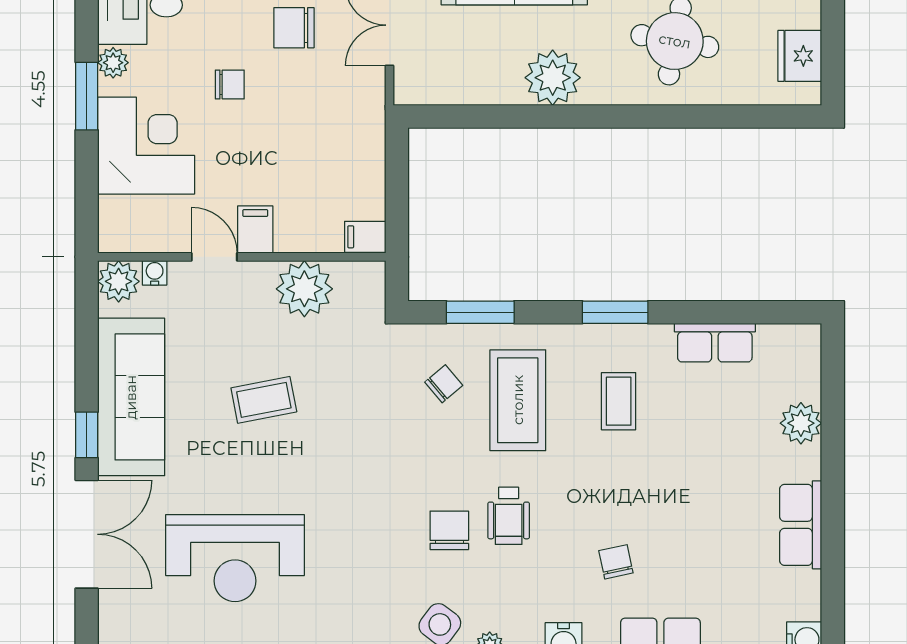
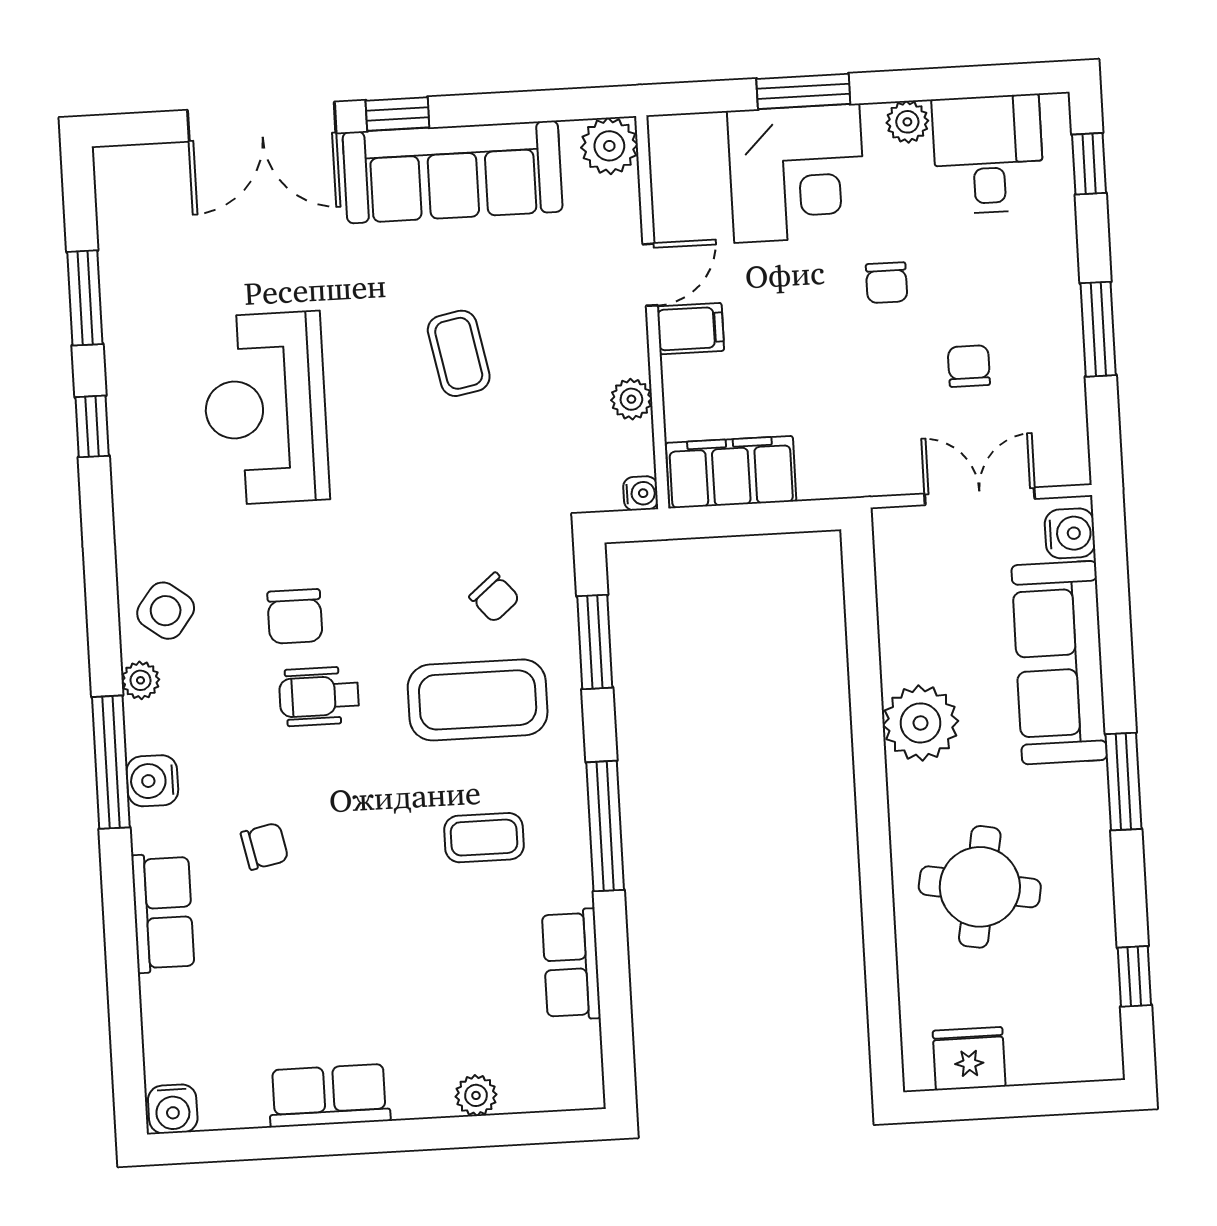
chair: (294, 28) -> (969, 366), width x0.73, depth x0.73
window: (87, 96) -> (803, 91), moved
filing cabinet: (365, 237) -> (731, 472), width x3.00, depth x1.17
water cooler: (155, 273) -> (640, 493), moved
plant: (304, 289) -> (631, 399), width x0.53, depth x0.53
window: (615, 312) -> (605, 826), width x1.44
plant: (801, 423) -> (476, 1095), width x0.73, depth x0.73
chair: (449, 530) -> (295, 616), turned 90
reception desk: (235, 558) -> (265, 408), moved

